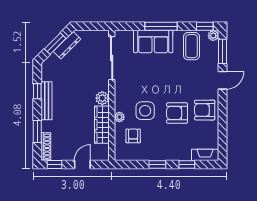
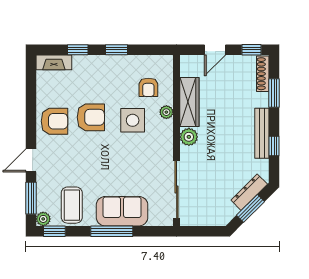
dresser: (67, 45) -> (249, 192), moved

